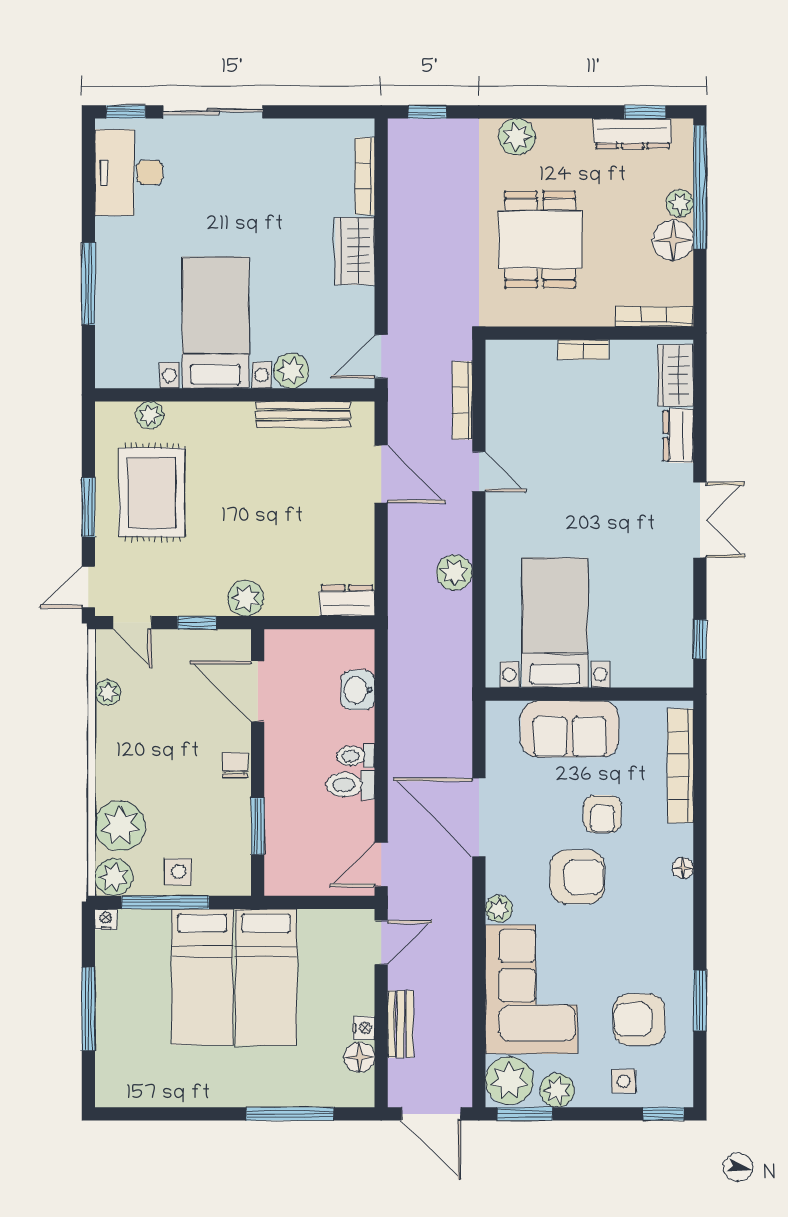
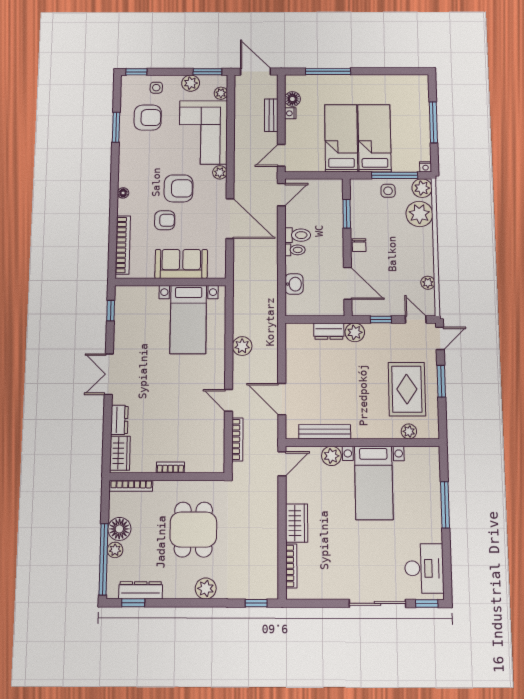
dresser: (347, 601) -> (329, 331), moved
armchair: (602, 814) -> (165, 220), turned 90
armchair: (577, 877) -> (178, 188), turned 180
plant: (509, 1081) -> (221, 93), width x0.53, depth x0.53

